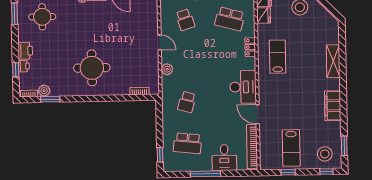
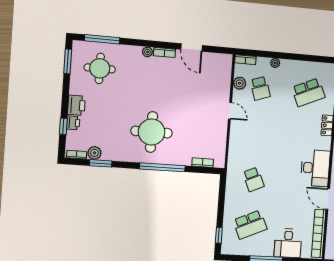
school desk: (230, 19) -> (308, 92), turned -39
plant: (167, 69) -> (240, 83), moved
window: (104, 98) -> (162, 167), added
school desk: (187, 102) -> (253, 179), turned -39
school desk: (188, 143) -> (250, 225), turned -30

